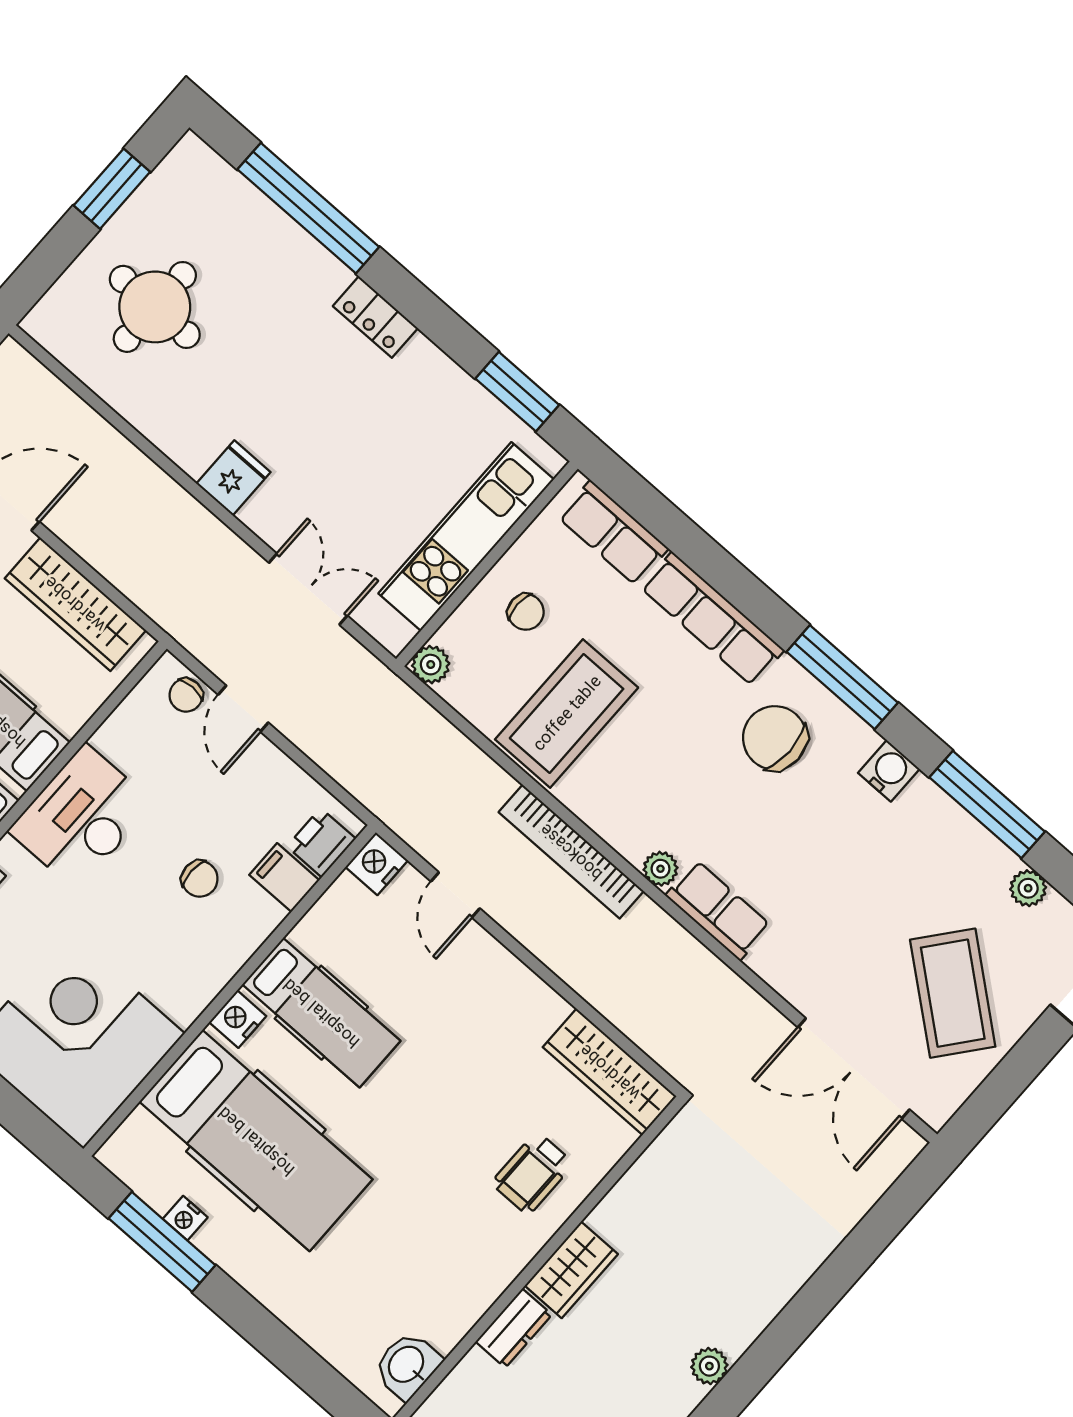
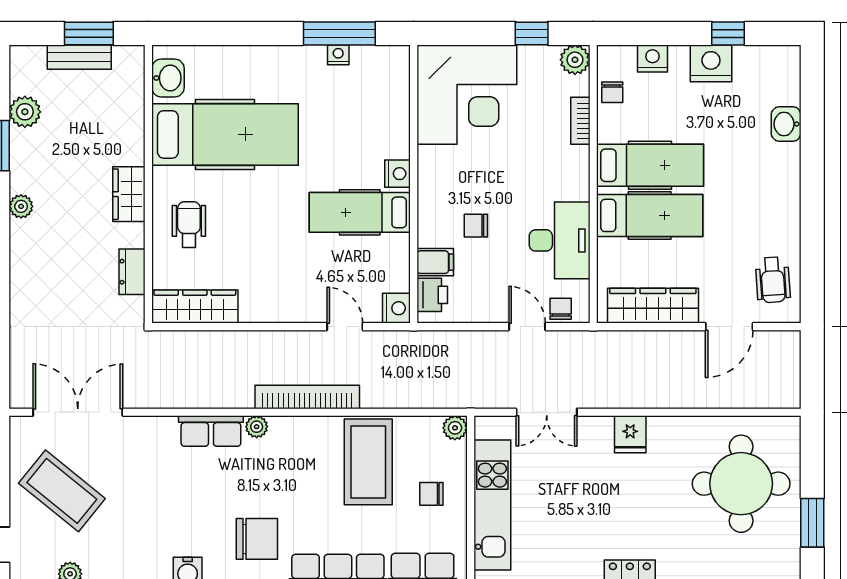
round table: (155, 307) -> (741, 484), width x1.36, depth x1.36
desk: (81, 817) -> (560, 240), moved
hospital bed: (256, 1141) -> (225, 134), moved, turned 180
dresser: (514, 1328) -> (132, 272), moved

